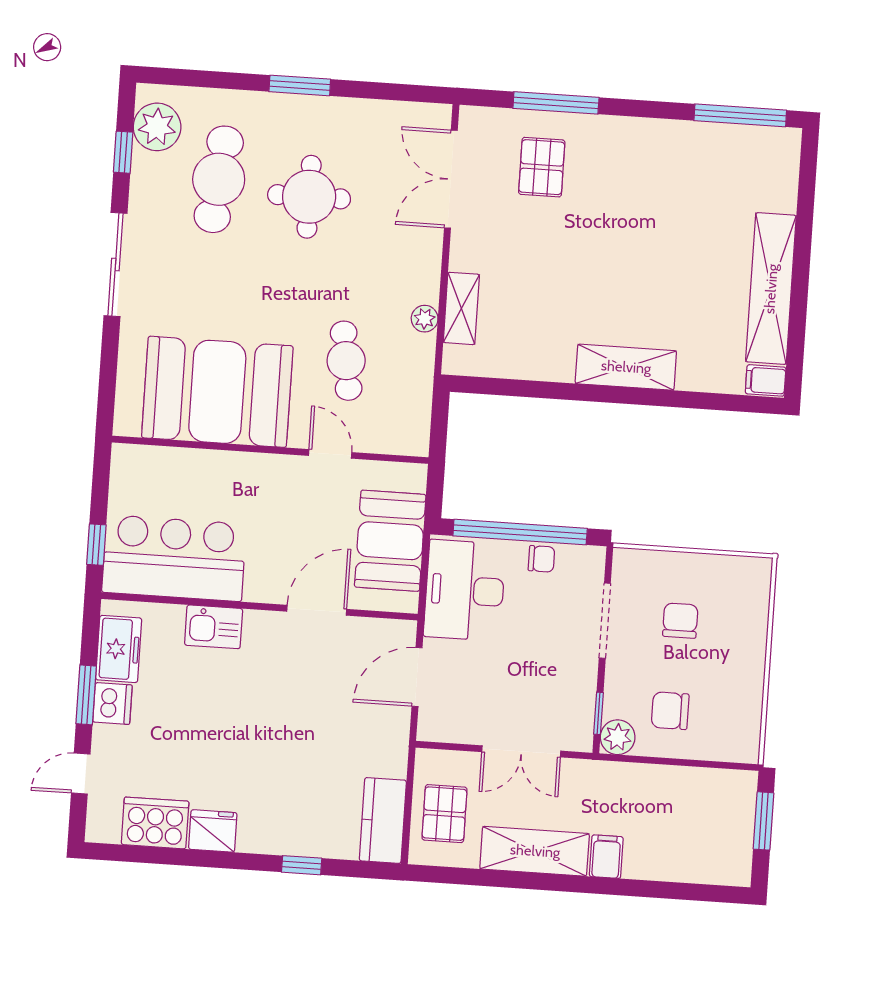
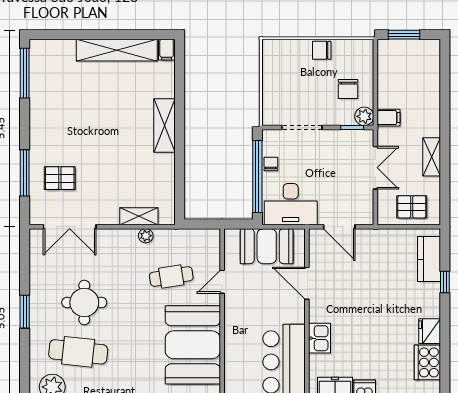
chair: (680, 621) -> (322, 50), moved
kitchen counter: (383, 820) -> (429, 259), moved, turned 90
shelving: (535, 851) -> (432, 157), width x0.67, depth x0.75
filing cabinet: (606, 857) -> (388, 118), moved, turned 180

